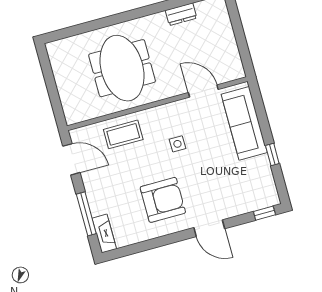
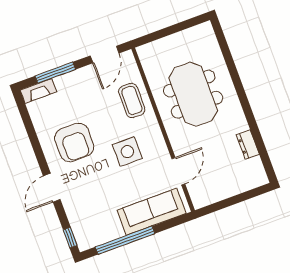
meeting table: (122, 68) -> (193, 94), turned 90
side table: (177, 144) -> (127, 152), width x1.87, depth x1.87
window: (272, 154) -> (125, 240), width x3.17

